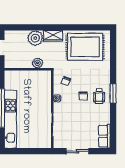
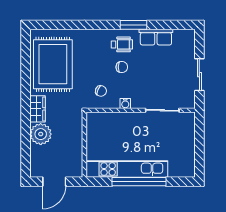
plant: (38, 63) -> (75, 131), removed
window: (113, 93) -> (133, 25), moved
kitchen unit: (10, 119) -> (127, 169), moved
row of seats: (104, 136) -> (156, 37), moved

